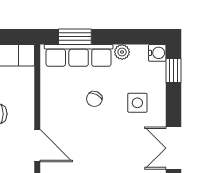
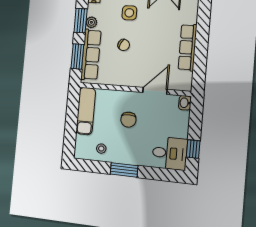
window: (124, 37) -> (81, 21), added

